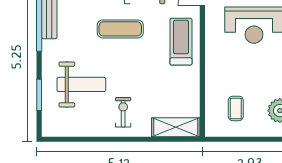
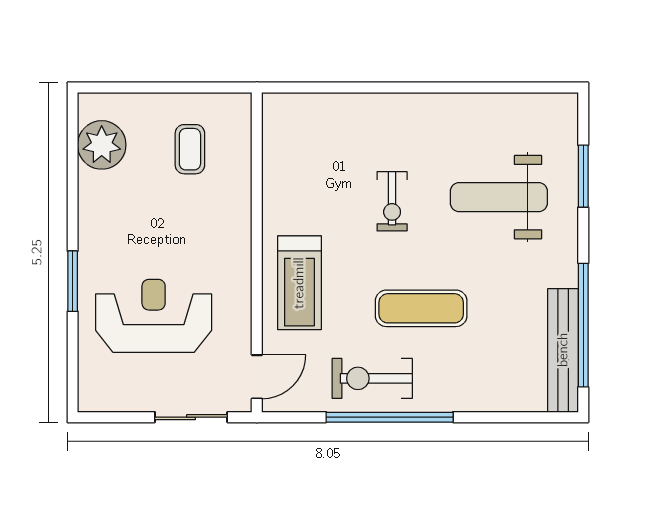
exercise bike: (123, 112) -> (392, 201), moved
shelving: (176, 127) -> (310, 112), removed

